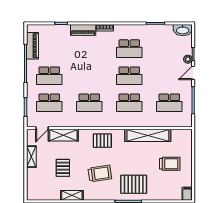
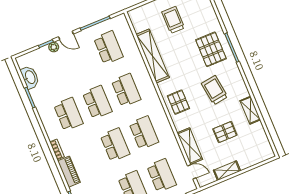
washbasin: (183, 30) -> (30, 77), moved
school desk: (89, 76) -> (115, 145), added

